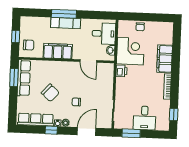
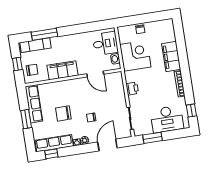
window: (64, 14) -> (44, 34), moved
exam couch: (66, 23) -> (36, 45), moved
printer: (122, 71) -> (132, 89), moved
window: (14, 78) -> (26, 119), moved
chair: (50, 93) -> (63, 113), turned 138
desk: (145, 118) -> (167, 119), width x1.37
window: (51, 130) -> (51, 154), moved

